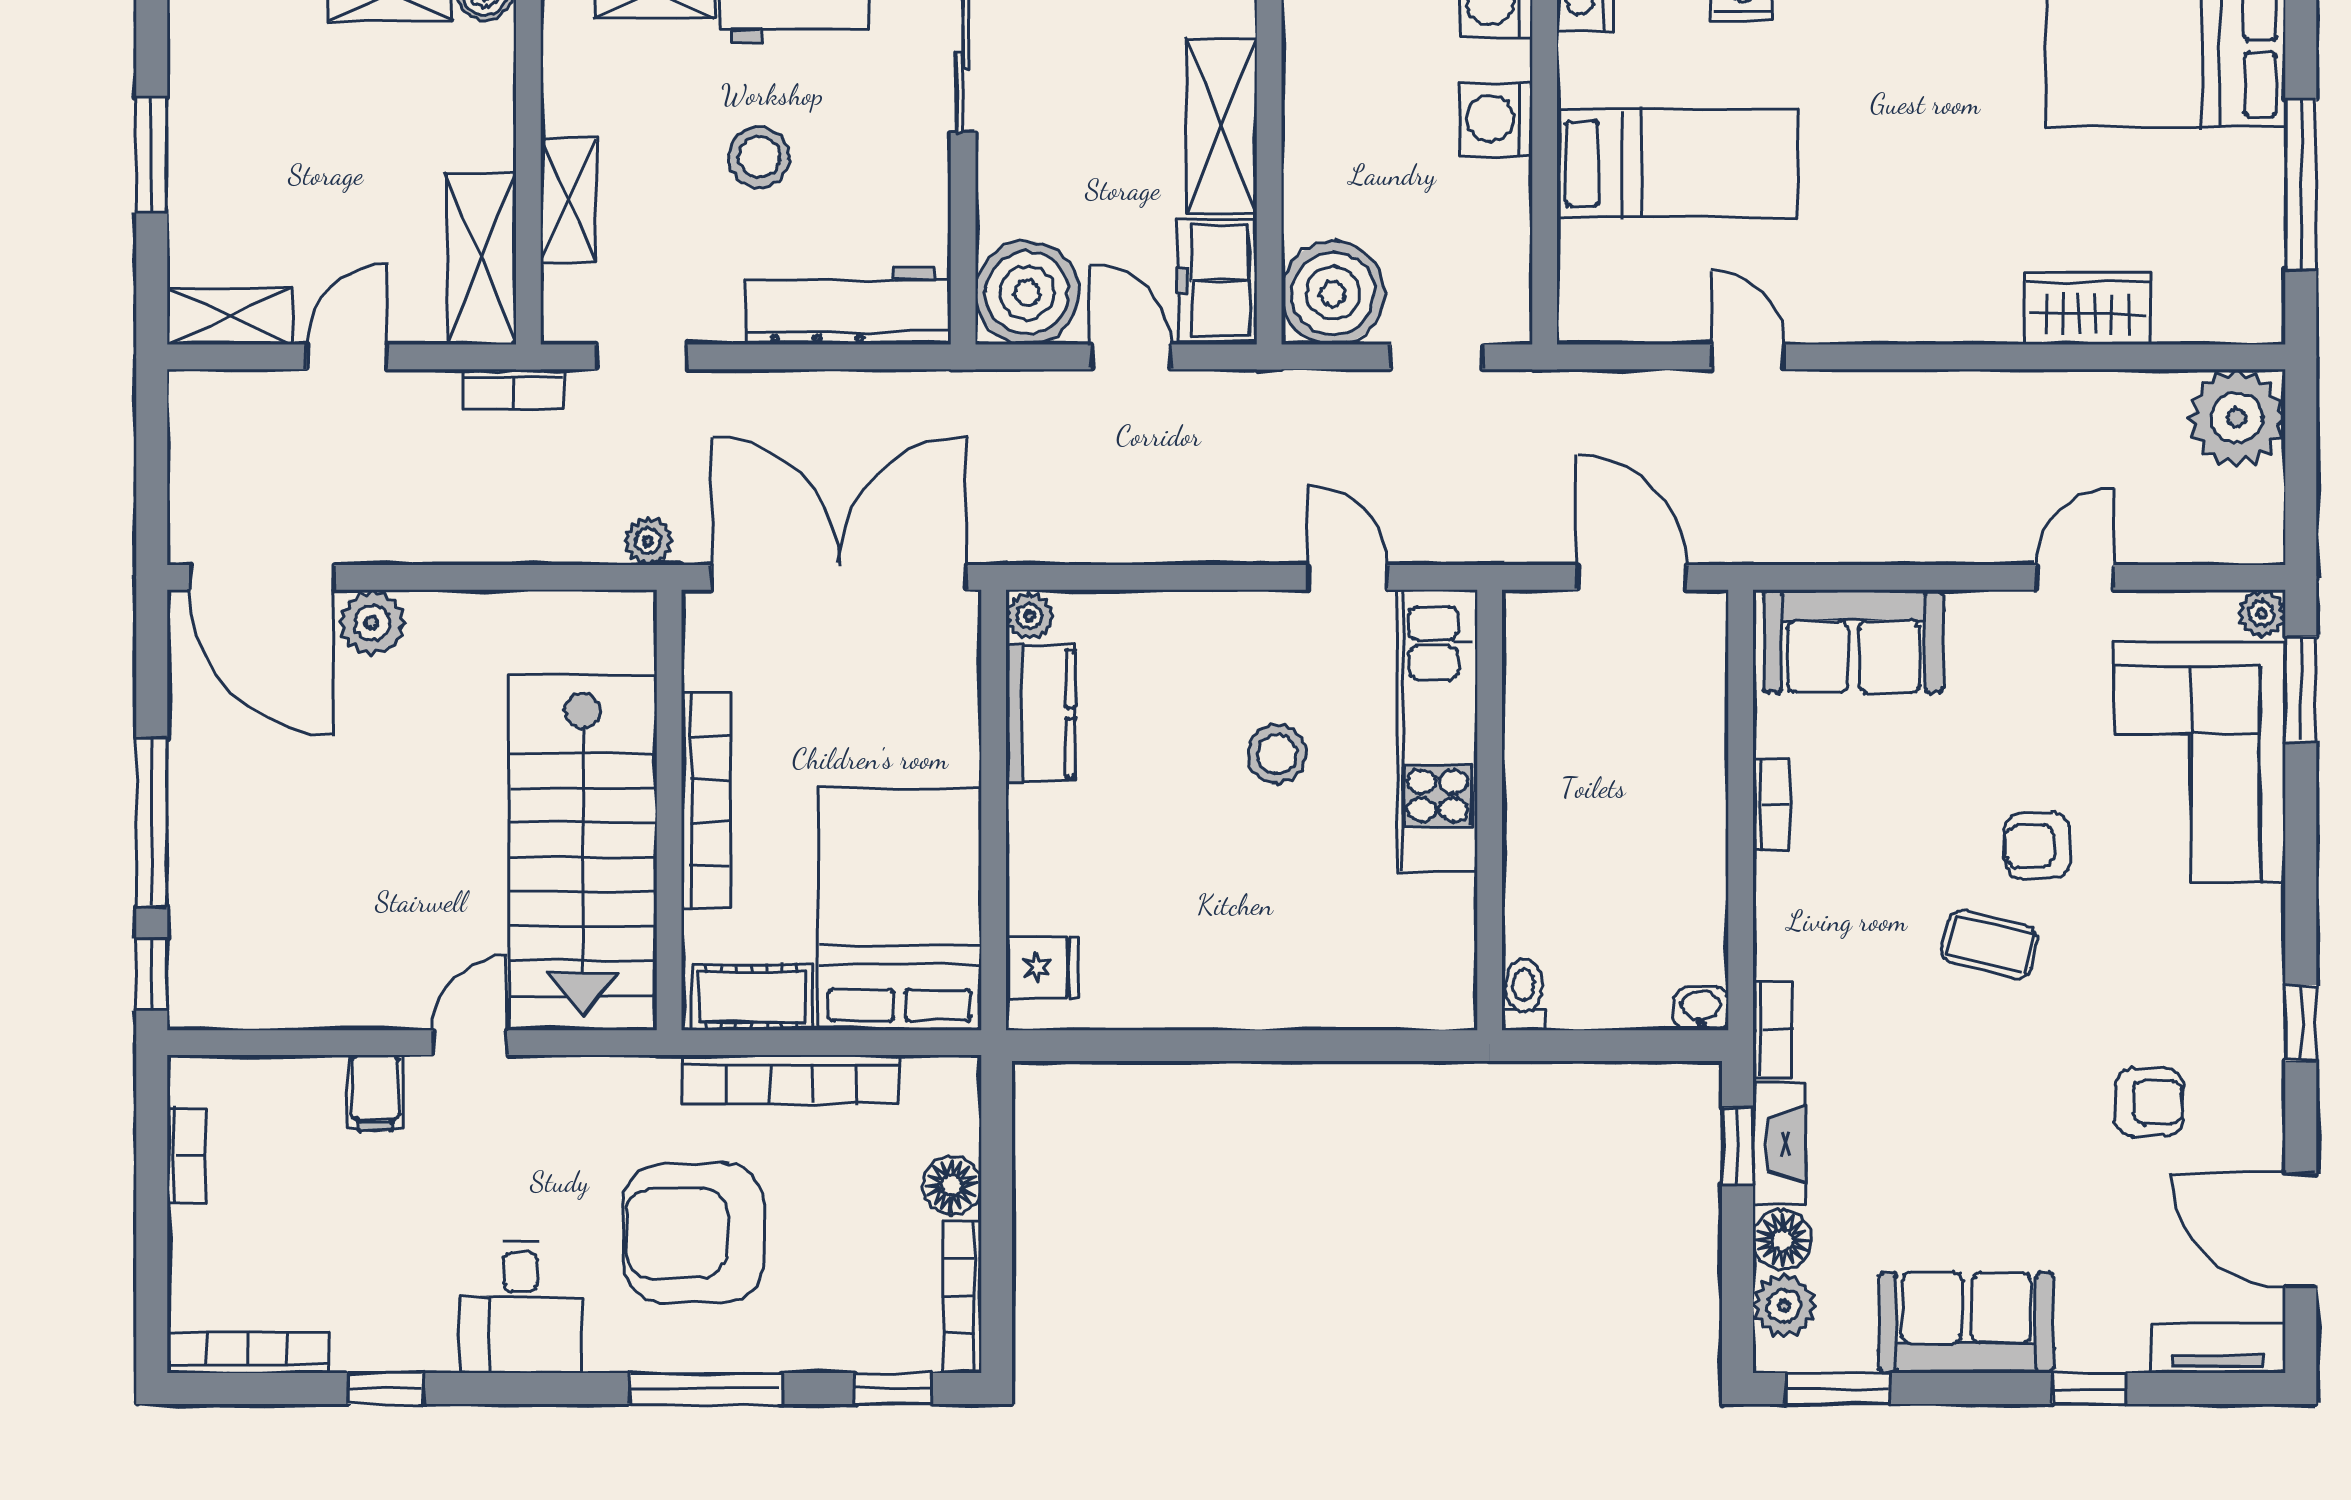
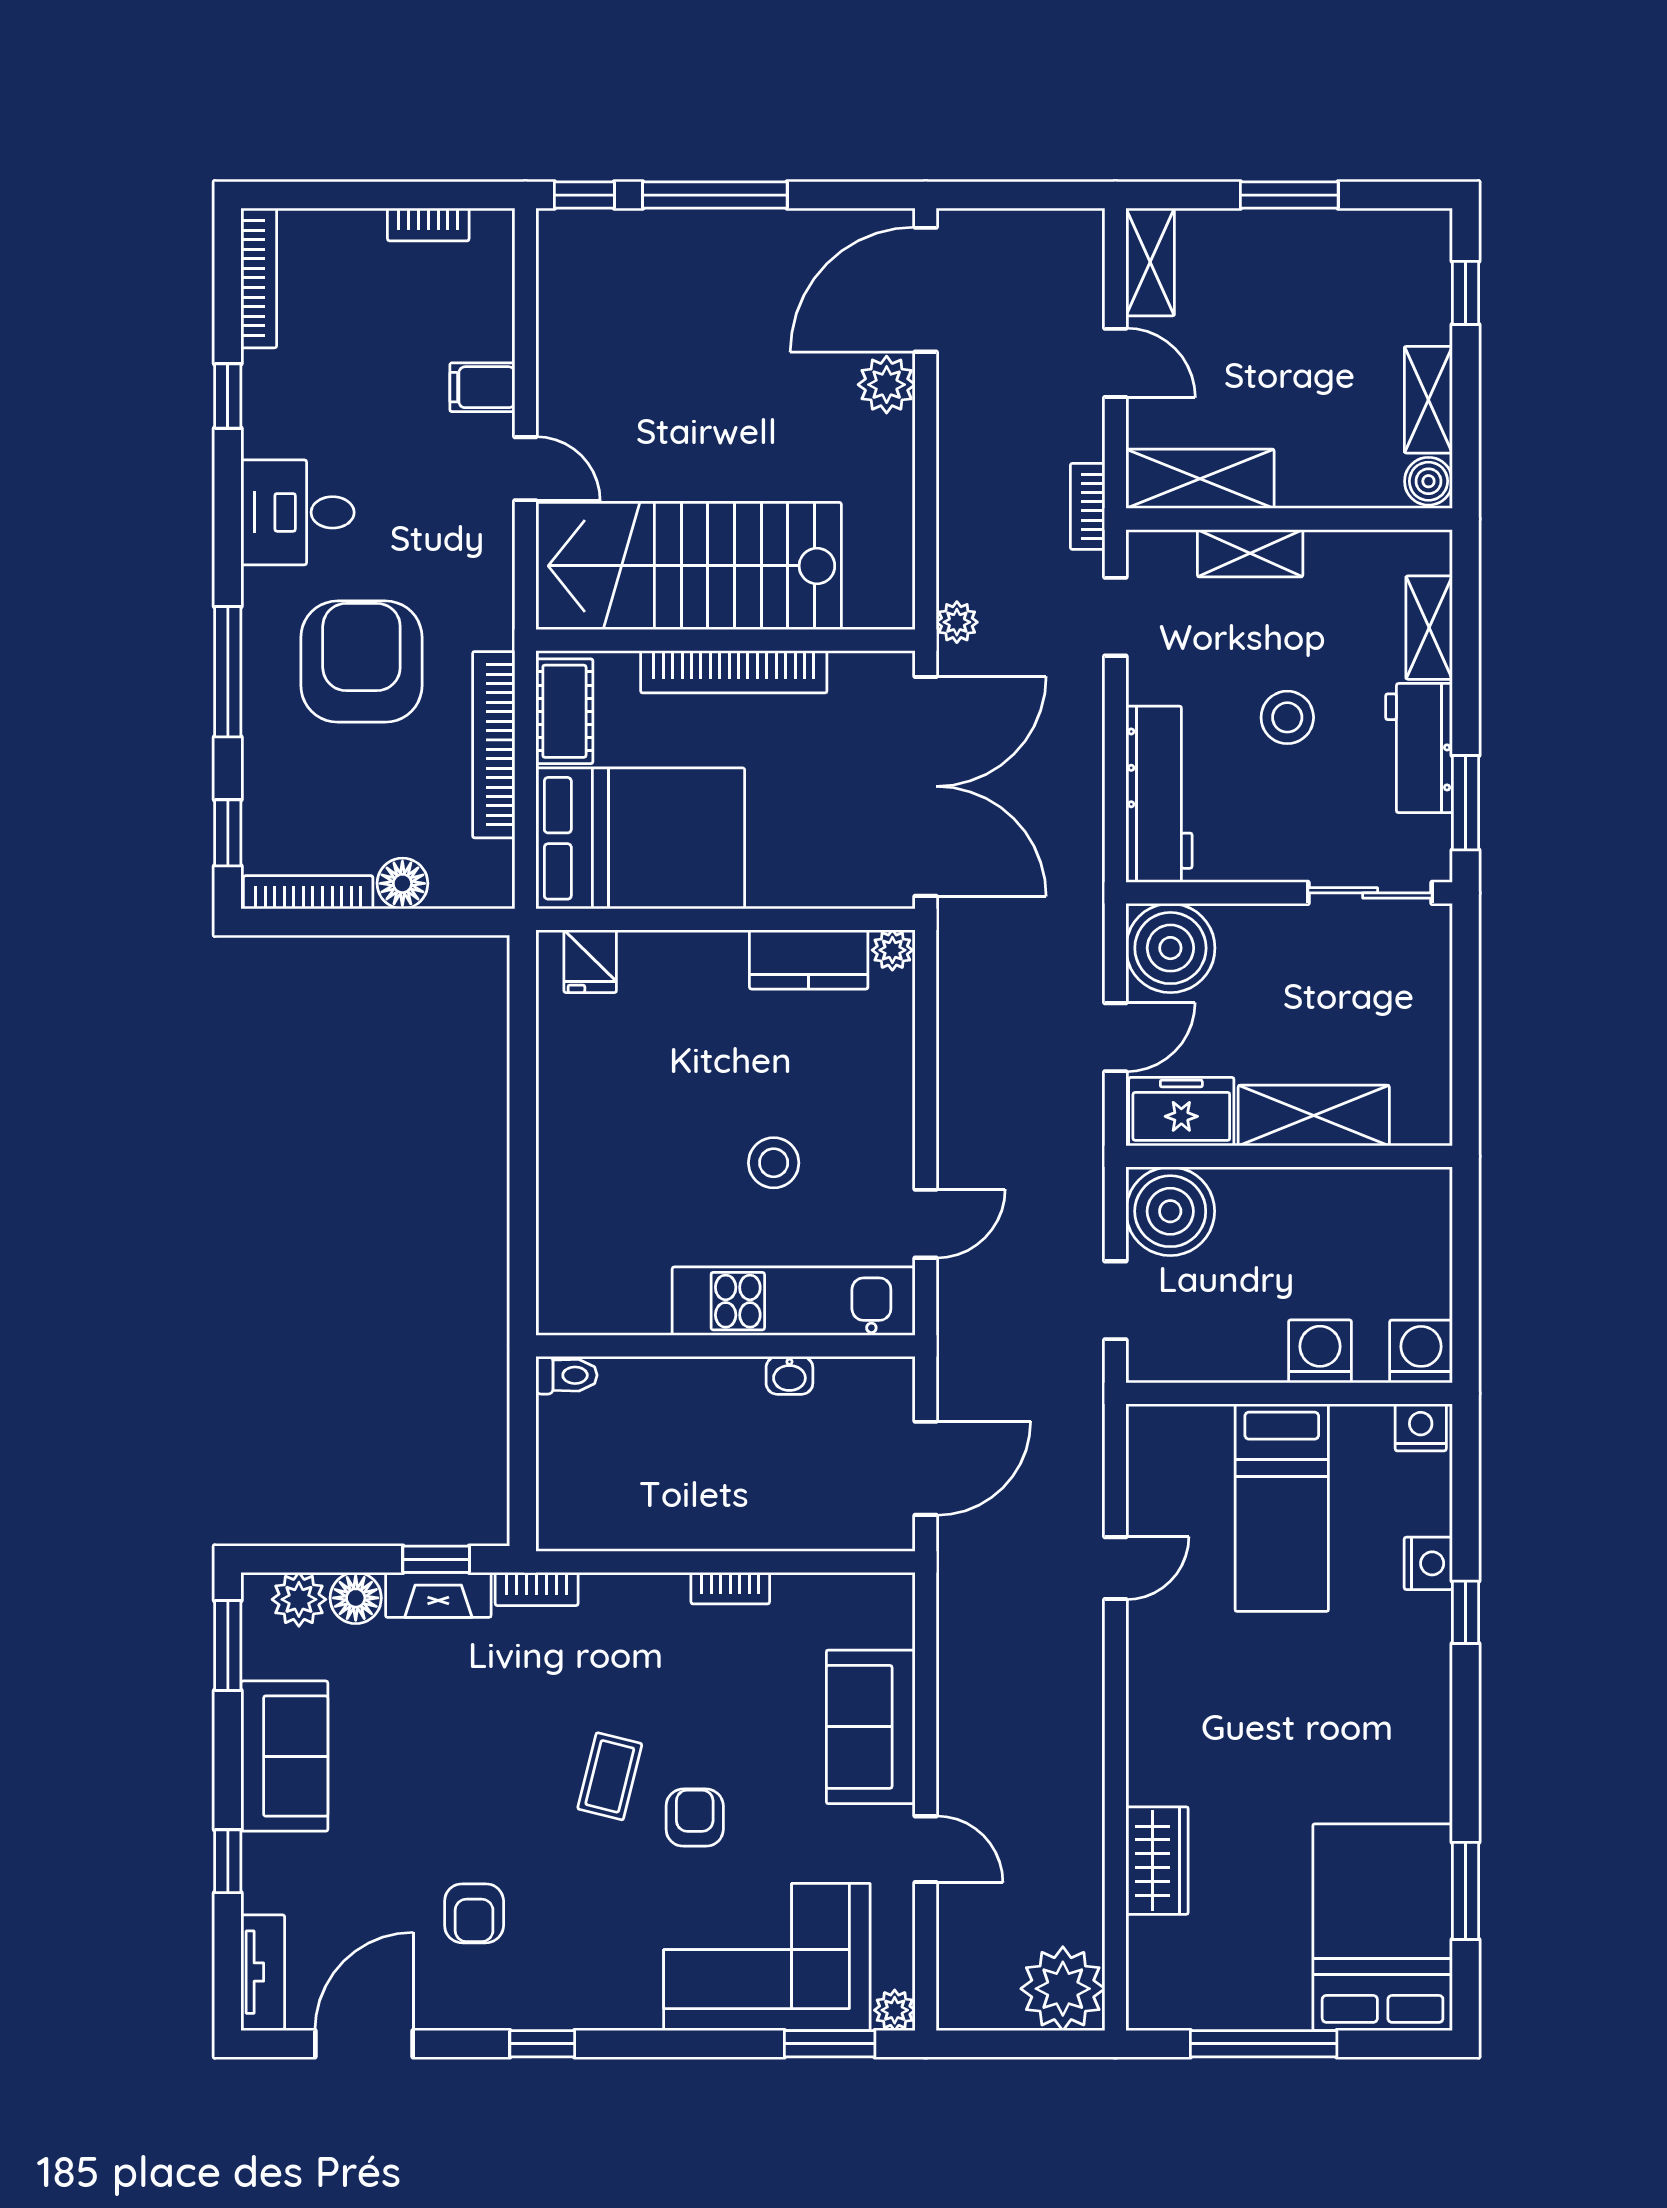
sofa: (1853, 641) -> (871, 1727), moved
washbasin: (1701, 1008) -> (789, 1375), moved, turned 90

